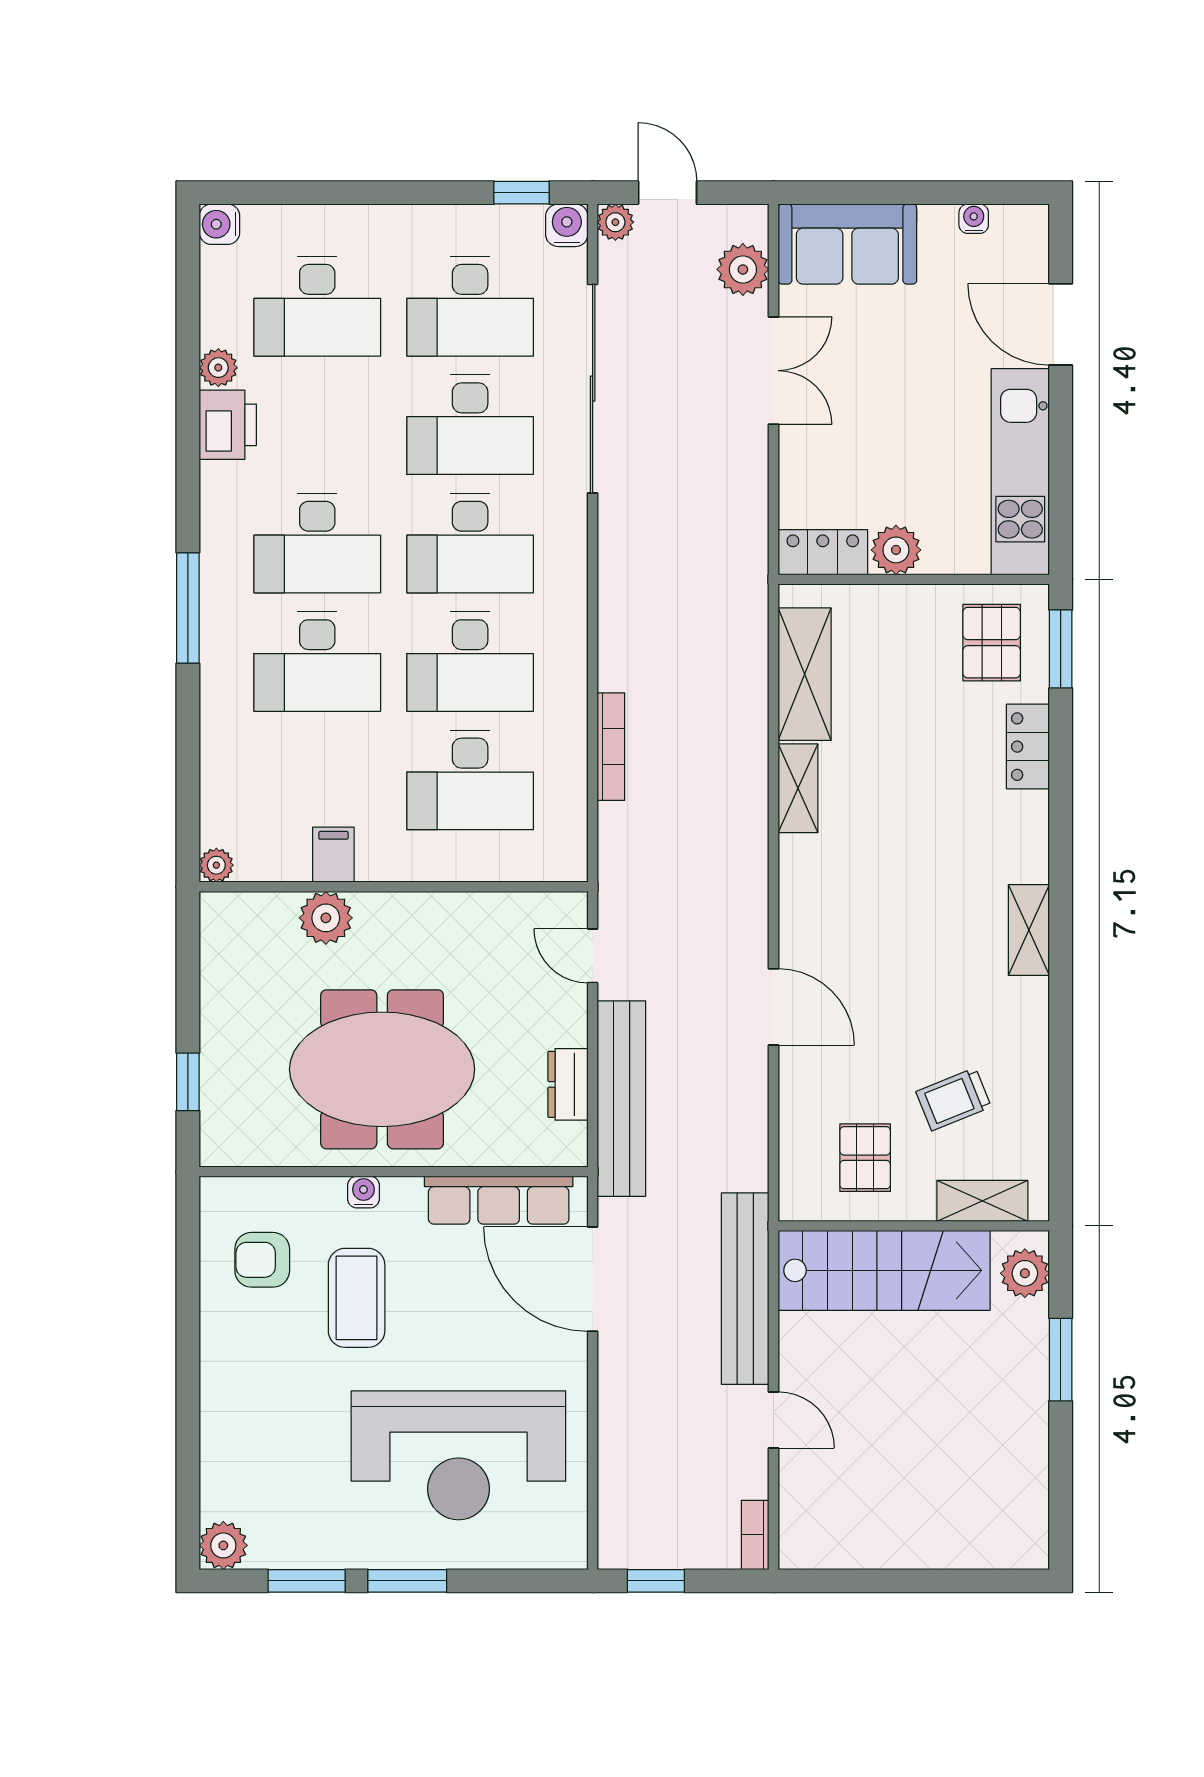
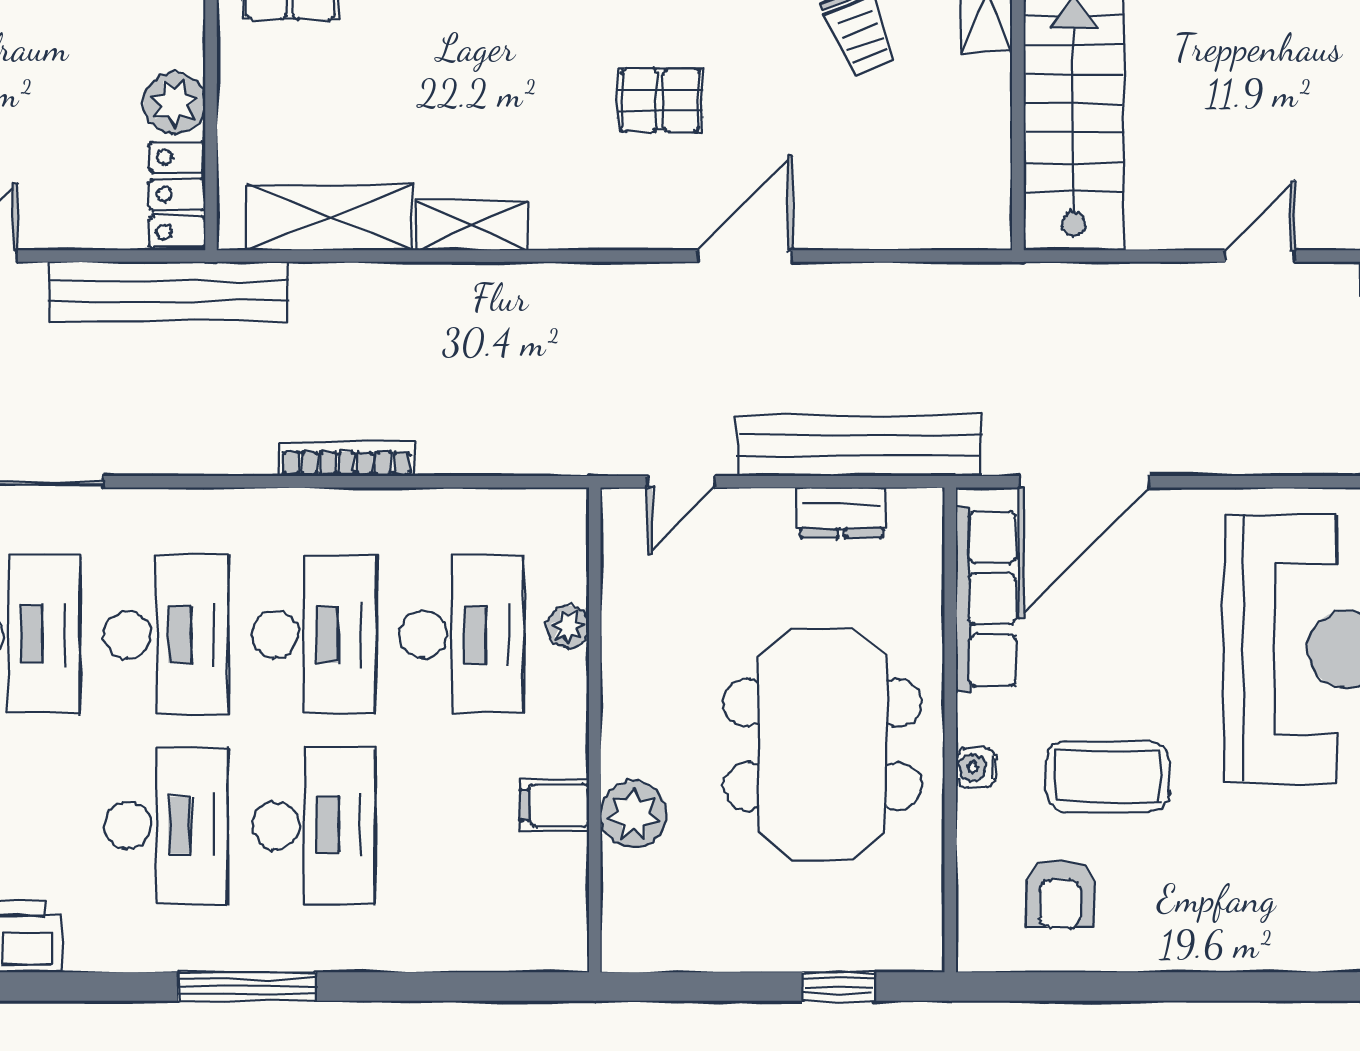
bookcase: (611, 747) -> (346, 459), moved
plant: (216, 865) -> (568, 627), moved
pallet: (865, 1158) -> (660, 100), moved
bench: (745, 1289) -> (169, 291), moved

